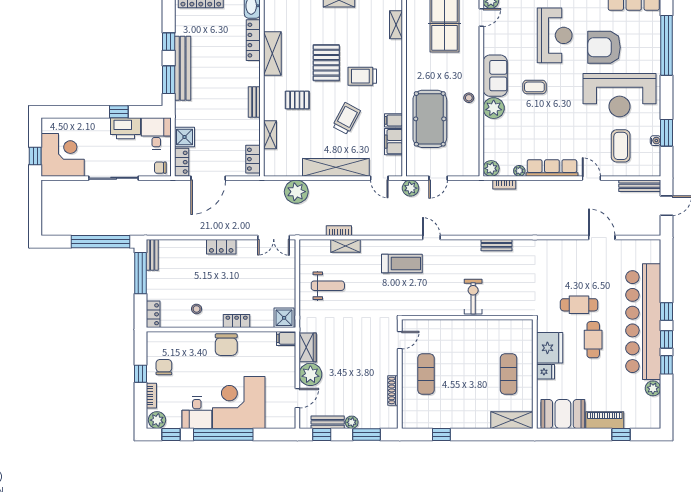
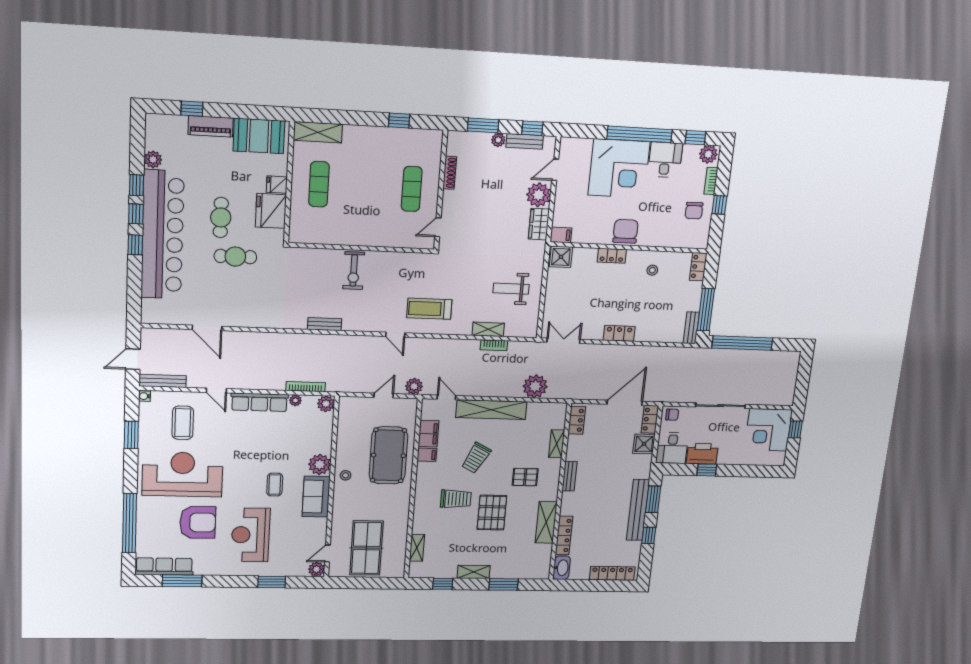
coffee table: (534, 87) -> (275, 485), turned 90
water cooler: (656, 141) -> (144, 396), moved
bookcase: (504, 185) -> (306, 387), width x1.56

